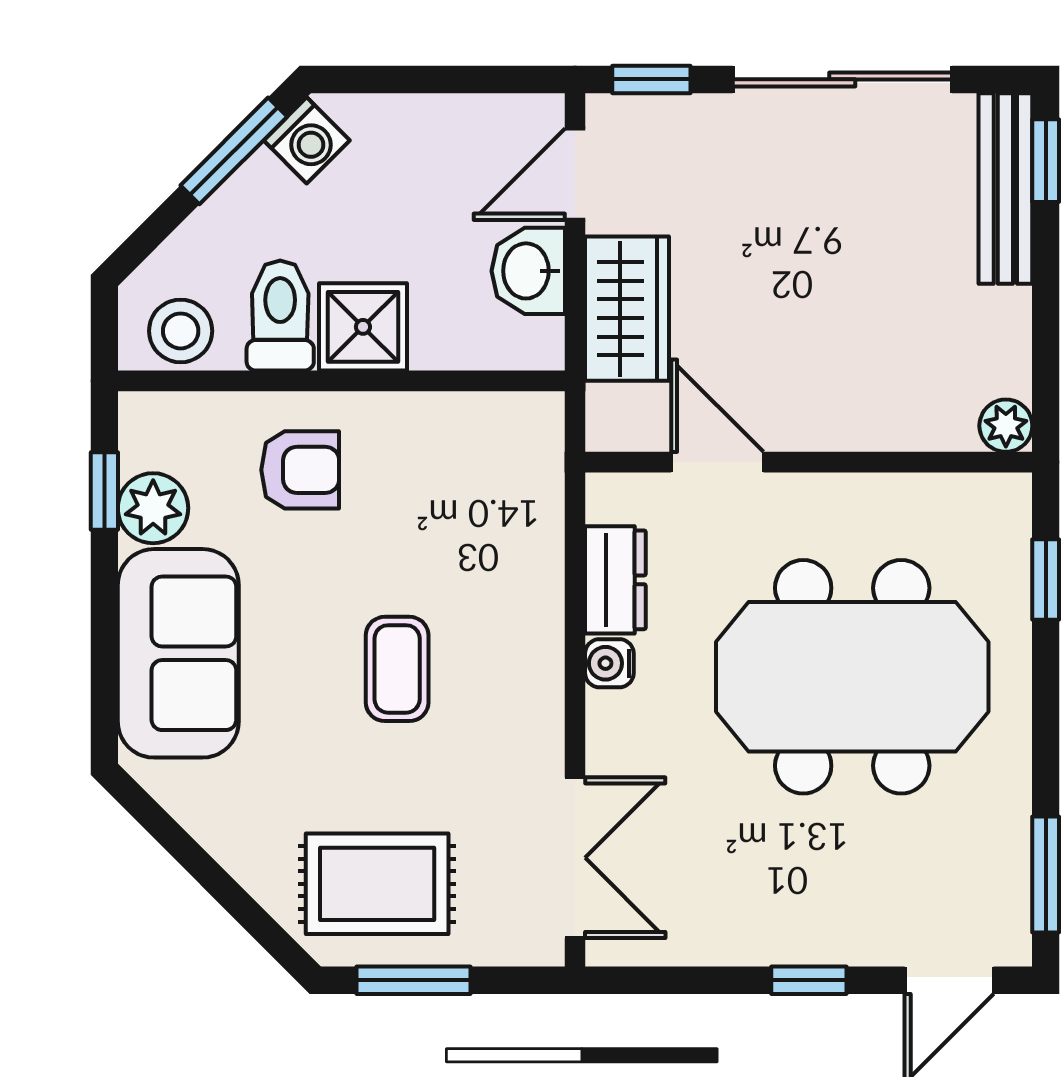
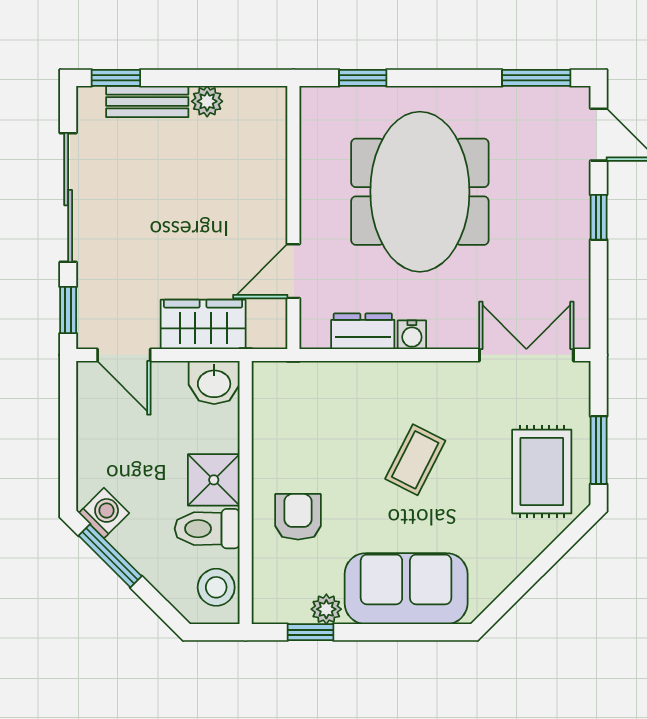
bench: (1005, 188) -> (147, 101), width x0.73
washbasin: (528, 271) -> (214, 383), moved
plant: (1006, 426) -> (207, 101), moved
plant: (153, 508) -> (326, 609), width x0.73, depth x0.73
coffee table: (397, 669) -> (415, 460), turned -63

